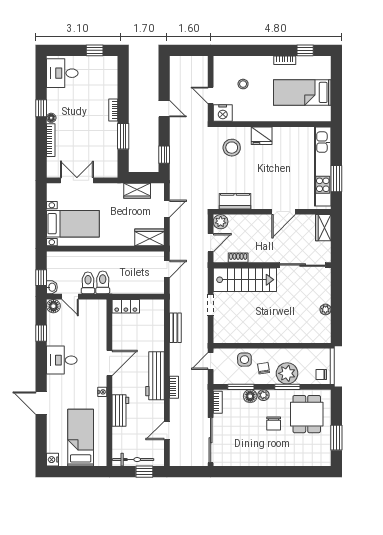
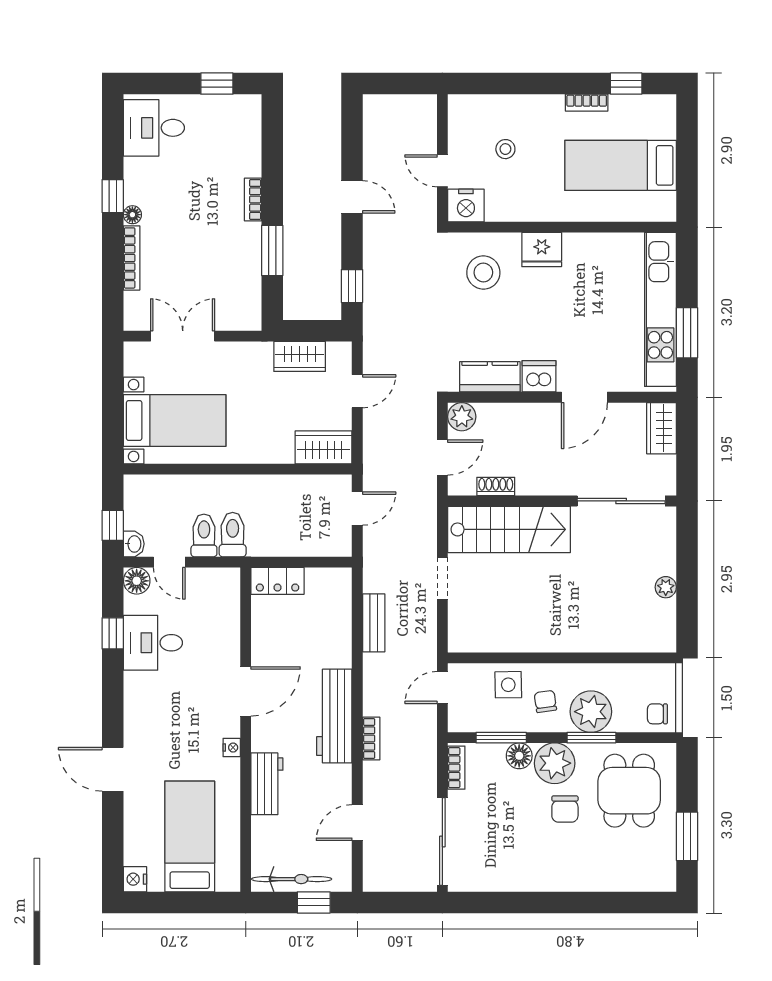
dishwasher: (260, 201) -> (539, 376), added
desk: (62, 360) -> (153, 643), moved
plant: (263, 395) -> (555, 763), width x1.88, depth x1.88

